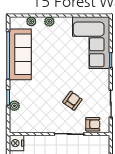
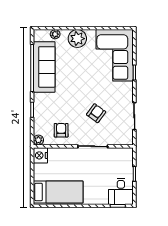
plant: (49, 22) -> (77, 39), width x1.88, depth x1.88
plant: (14, 106) -> (38, 140), moved
armchair: (93, 124) -> (61, 130), moved, turned -90

